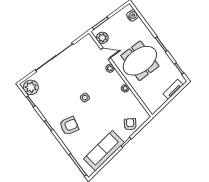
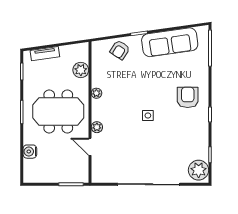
water cooler: (133, 15) -> (30, 152), moved
plant: (102, 38) -> (81, 70), moved
armchair: (69, 126) -> (188, 97), turned 77

